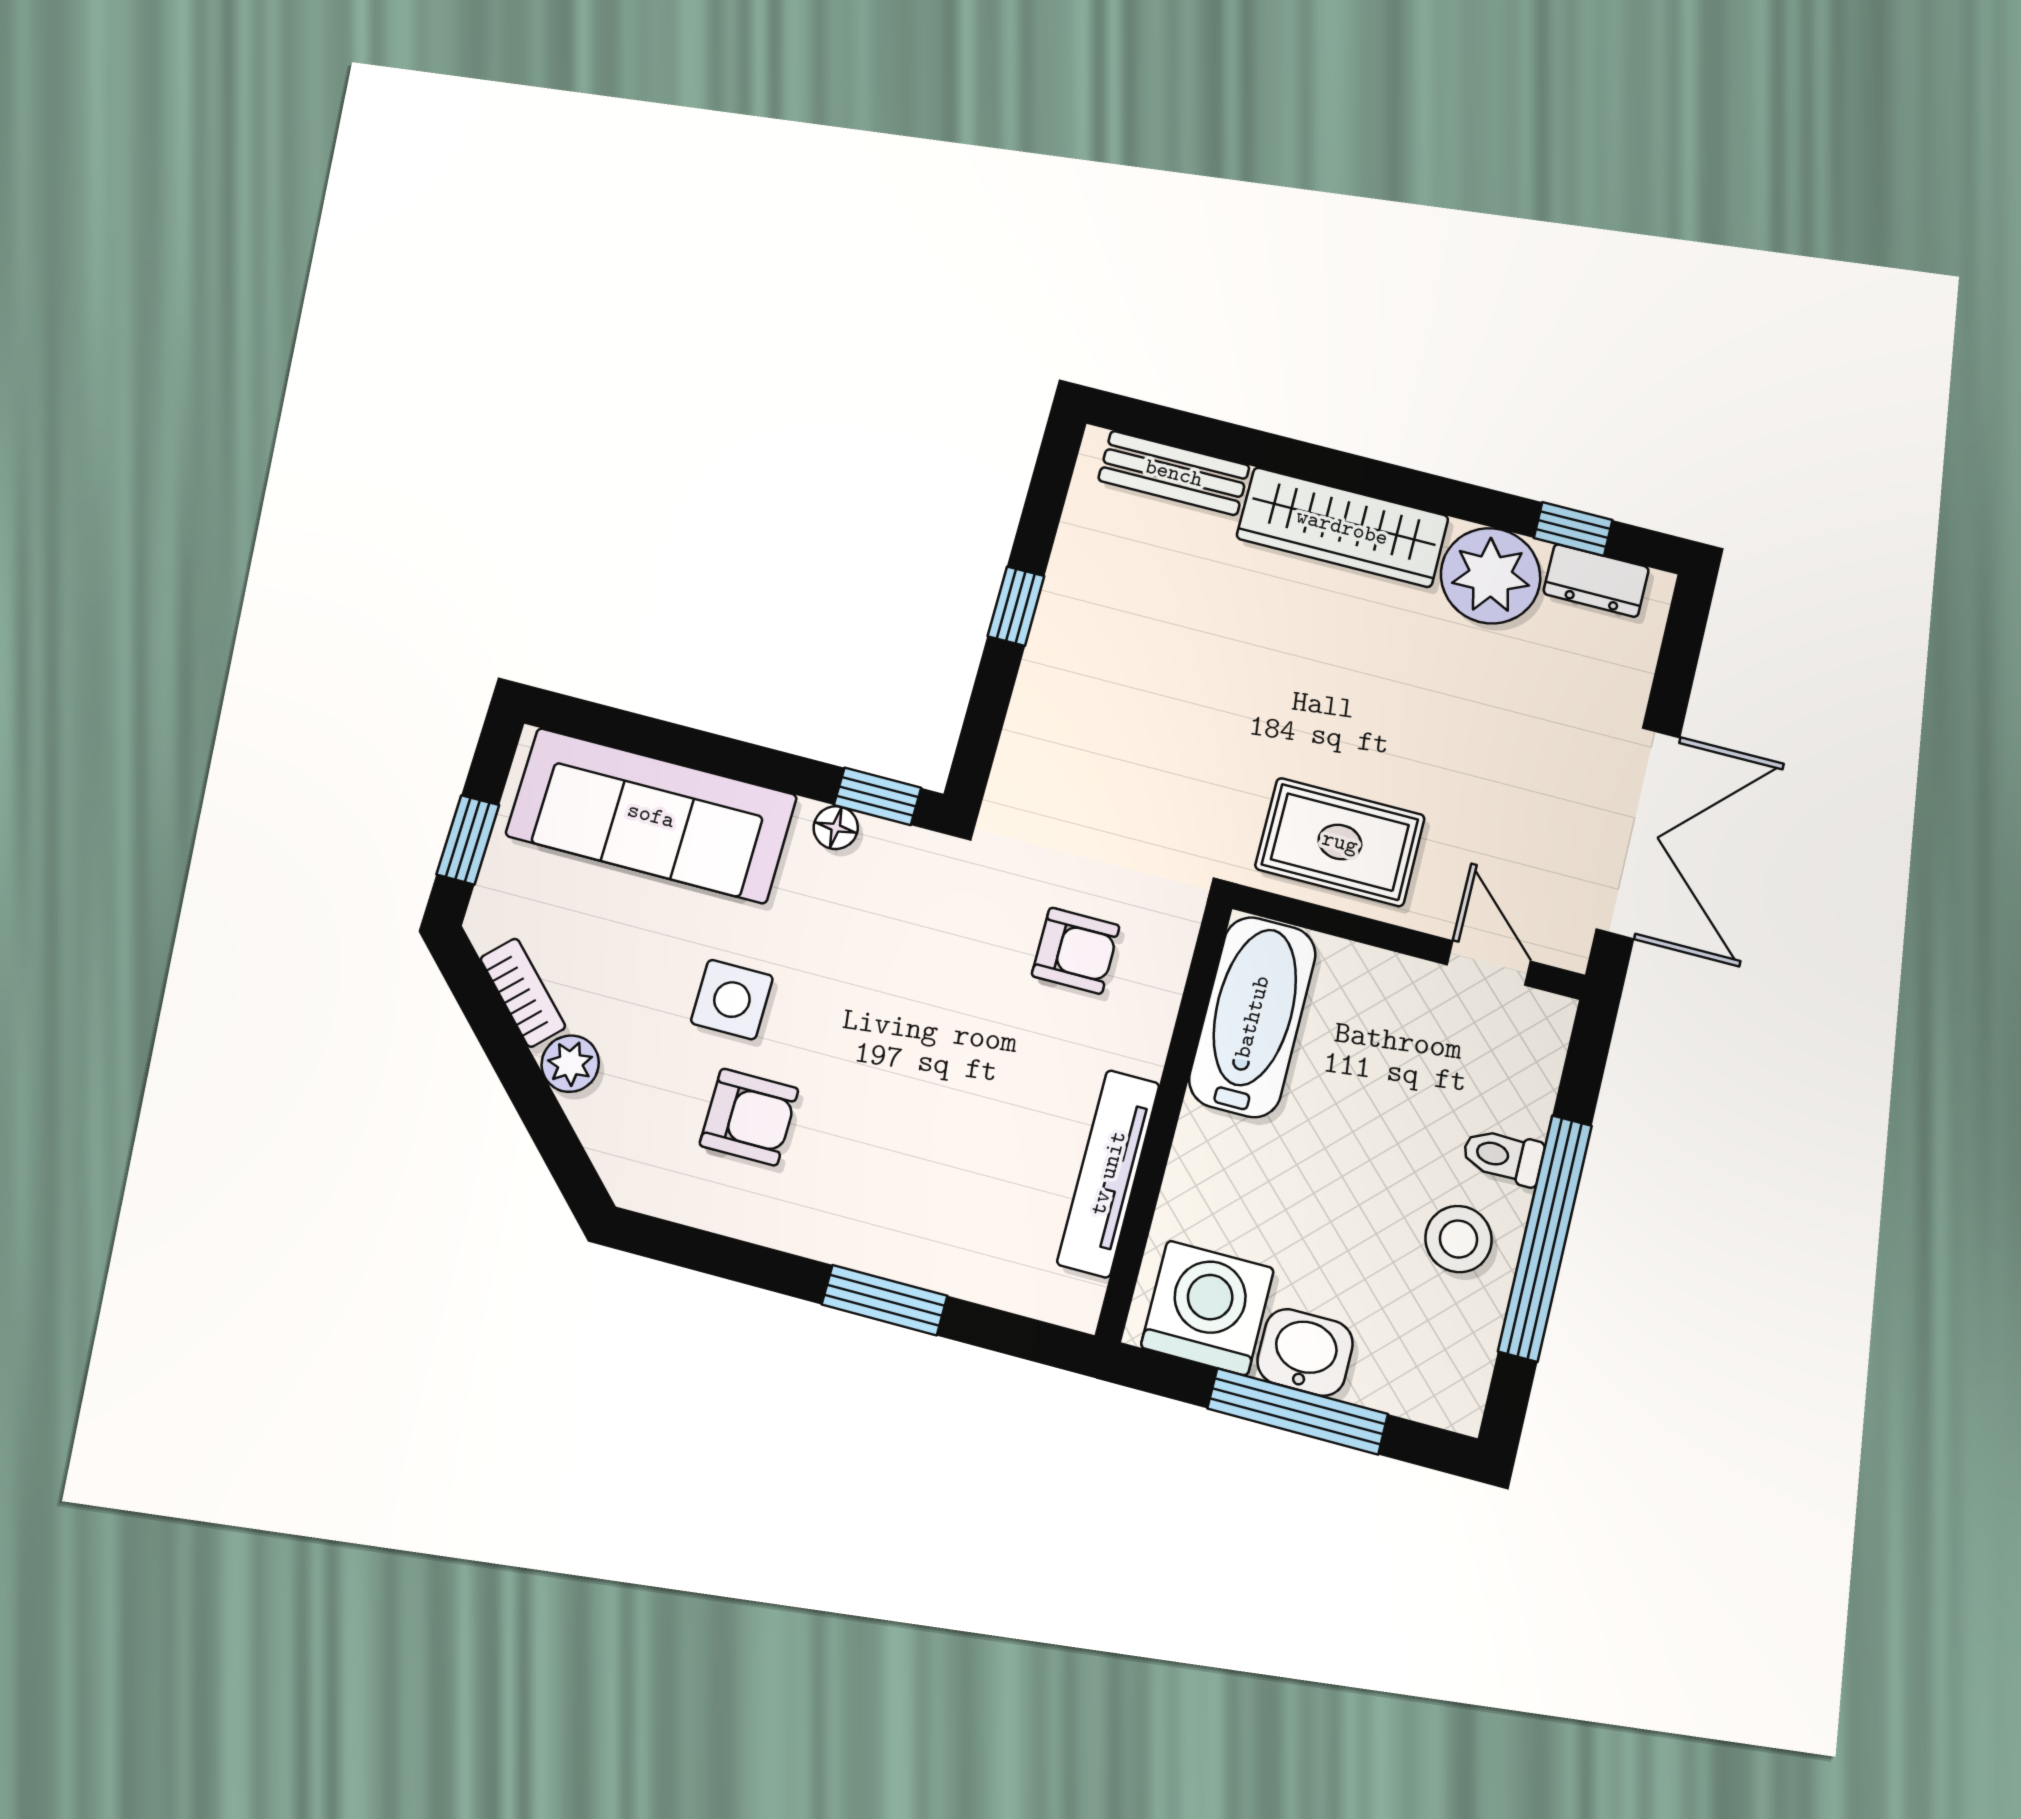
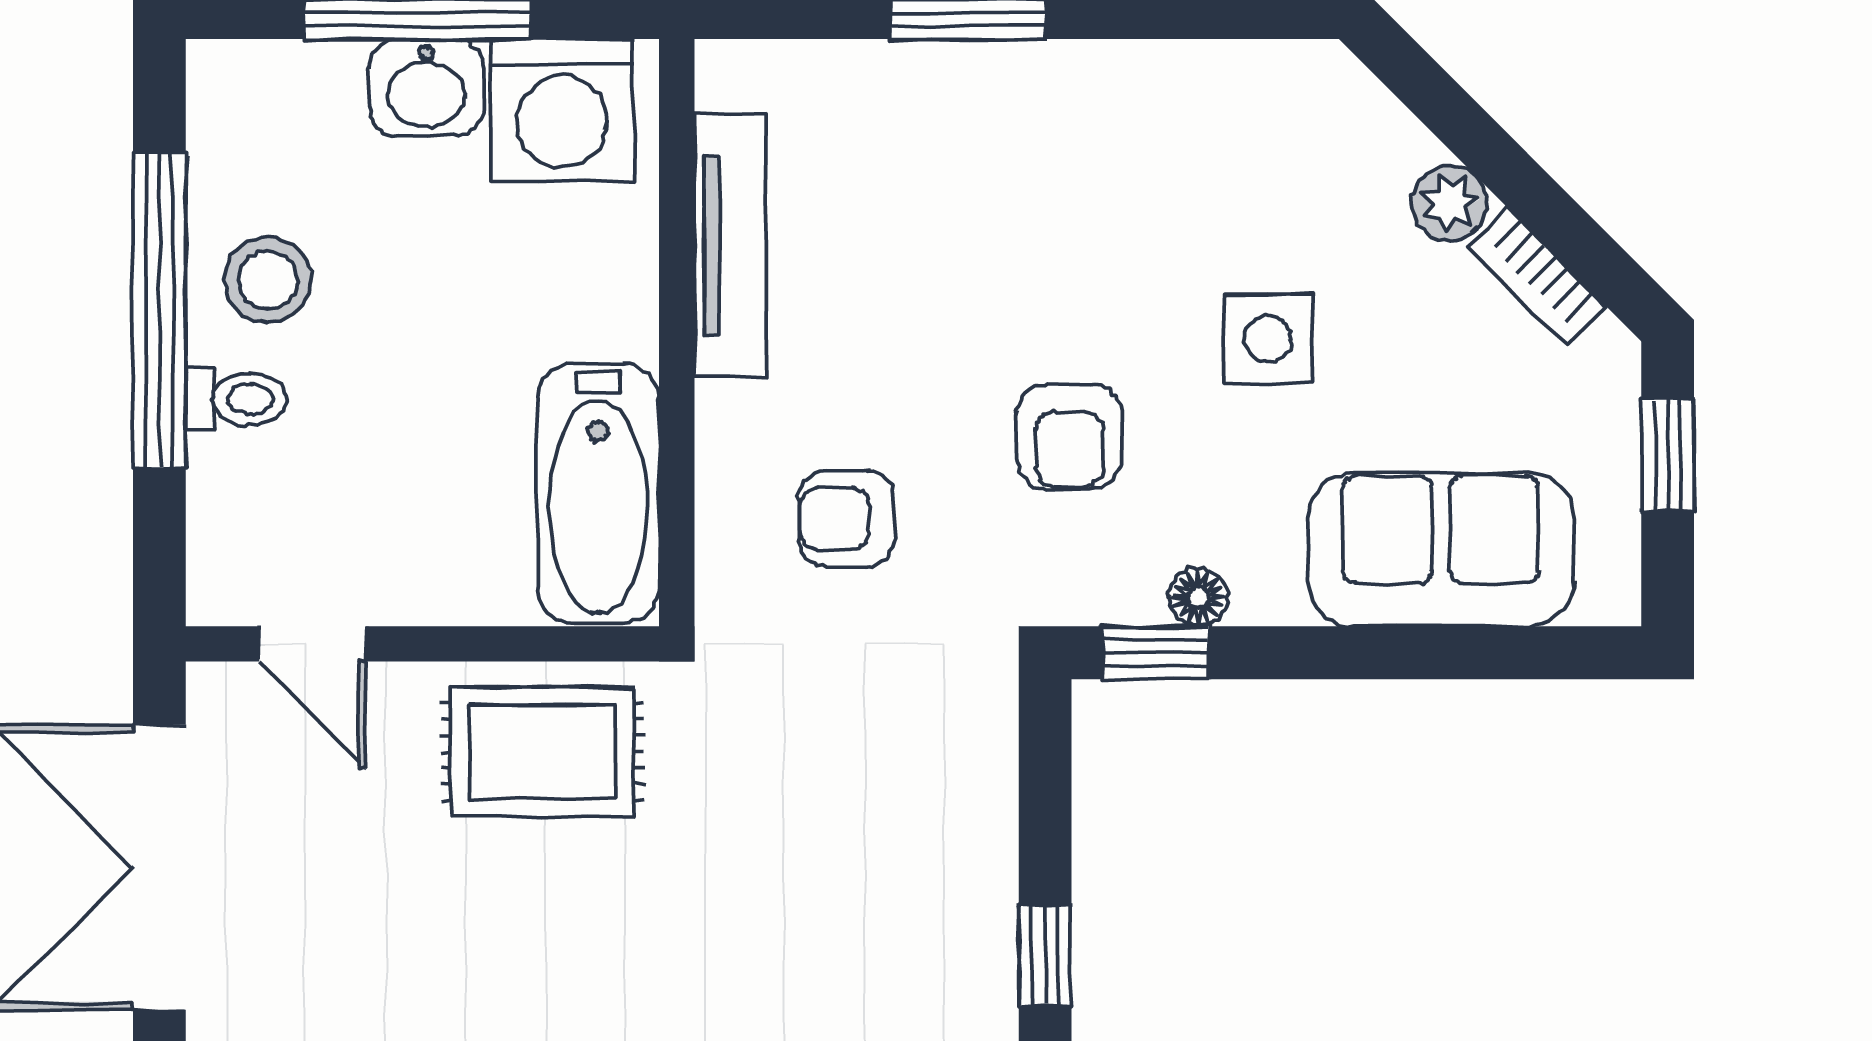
sofa: (651, 815) -> (1441, 550), width x0.73
armchair: (749, 1117) -> (1069, 436), moved, turned -90

